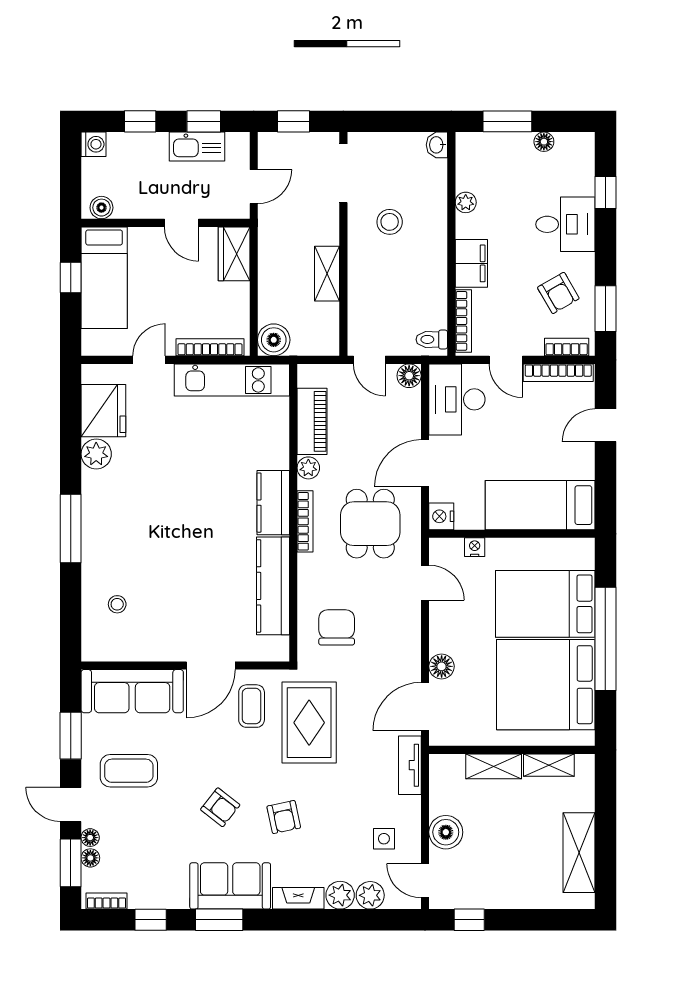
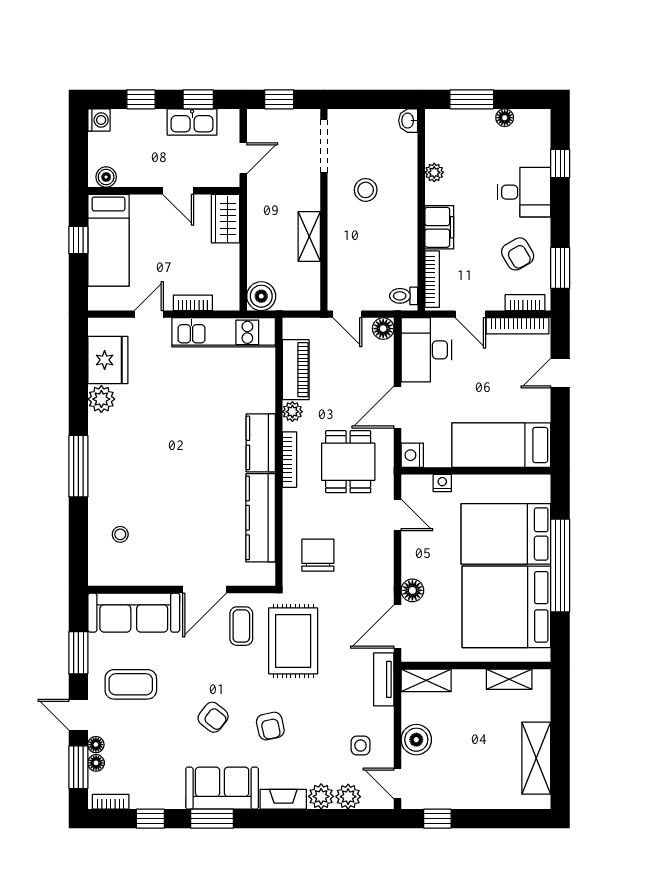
bookcase: (210, 347) -> (193, 303), width x0.64
shelving: (494, 766) -> (426, 680), moved

